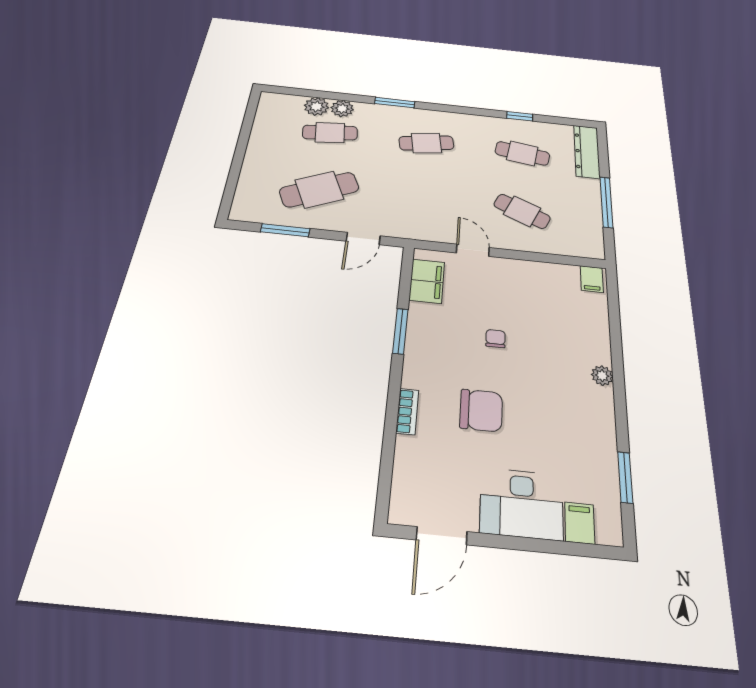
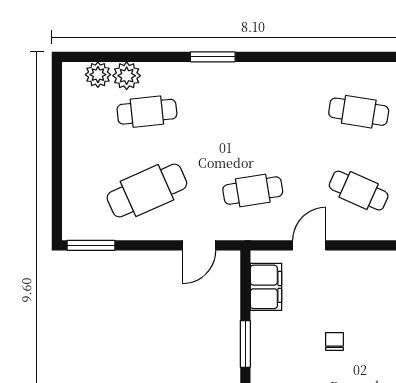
plant: (342, 109) -> (98, 75), moved
window: (520, 116) -> (355, 57), removed
cafe table: (426, 143) -> (253, 191), moved
window: (285, 230) -> (91, 245), moved
door: (473, 250) -> (309, 245), hinge flipped

